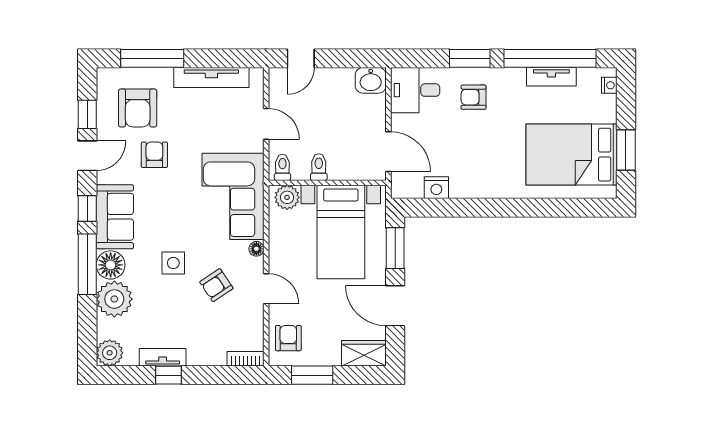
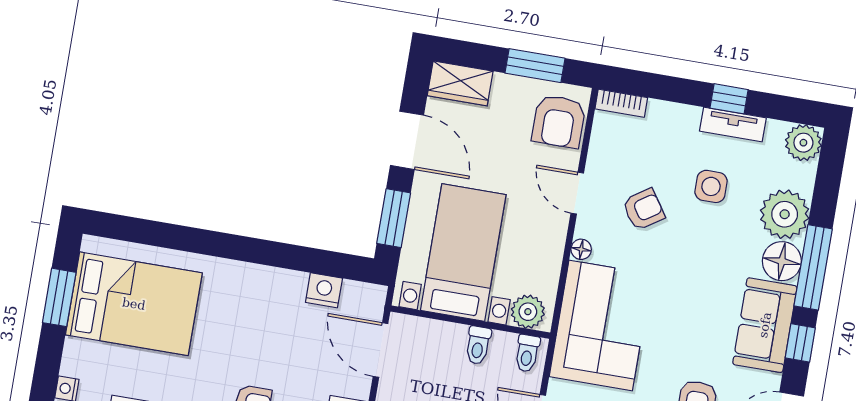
side table: (173, 263) -> (711, 186), moved
armchair: (288, 338) -> (559, 121), width x1.38, depth x1.38

